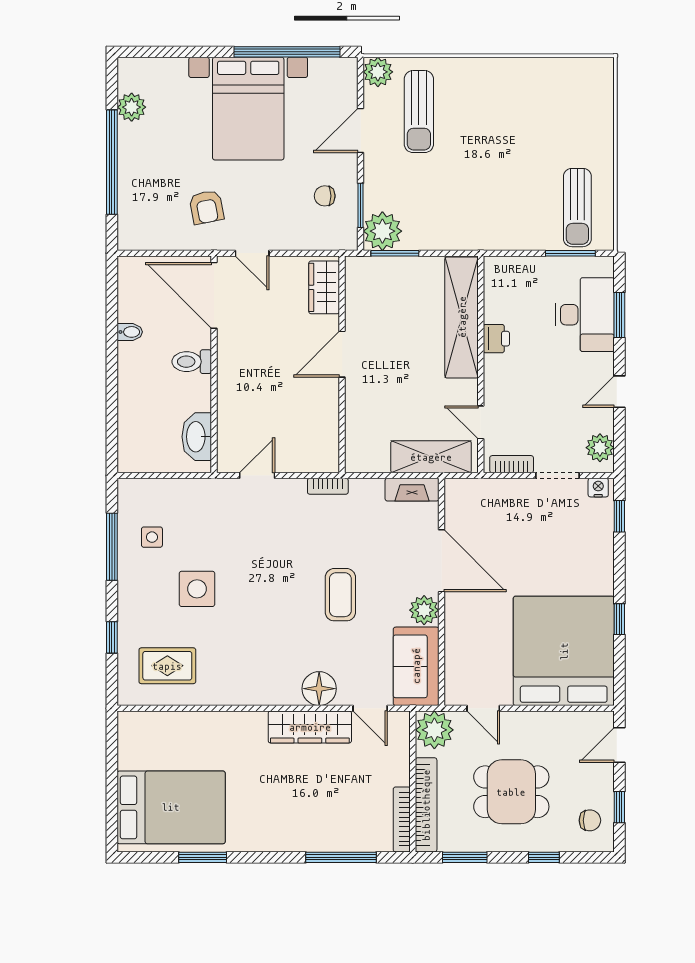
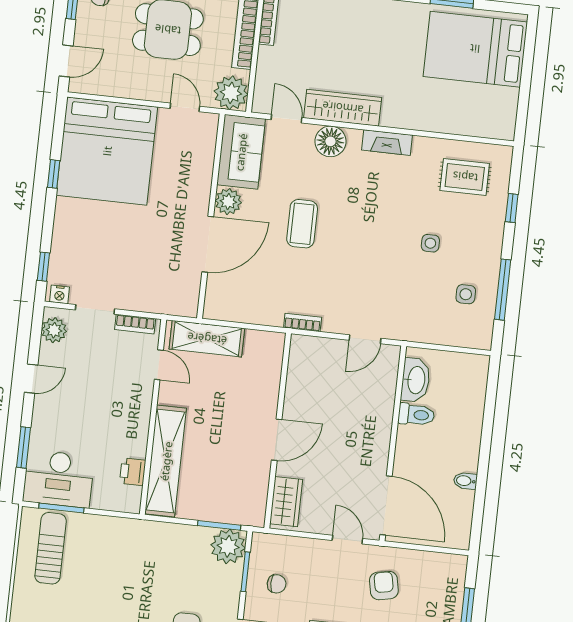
desk: (585, 315) -> (58, 479), moved, turned -90
printer: (496, 339) -> (133, 472), moved
toilet: (192, 362) -> (416, 415), moved
fireplace: (412, 490) -> (387, 143), moved, turned 180
door: (441, 561) -> (208, 244), swing flipped
side table: (197, 589) -> (430, 243), width x0.54, depth x0.54

